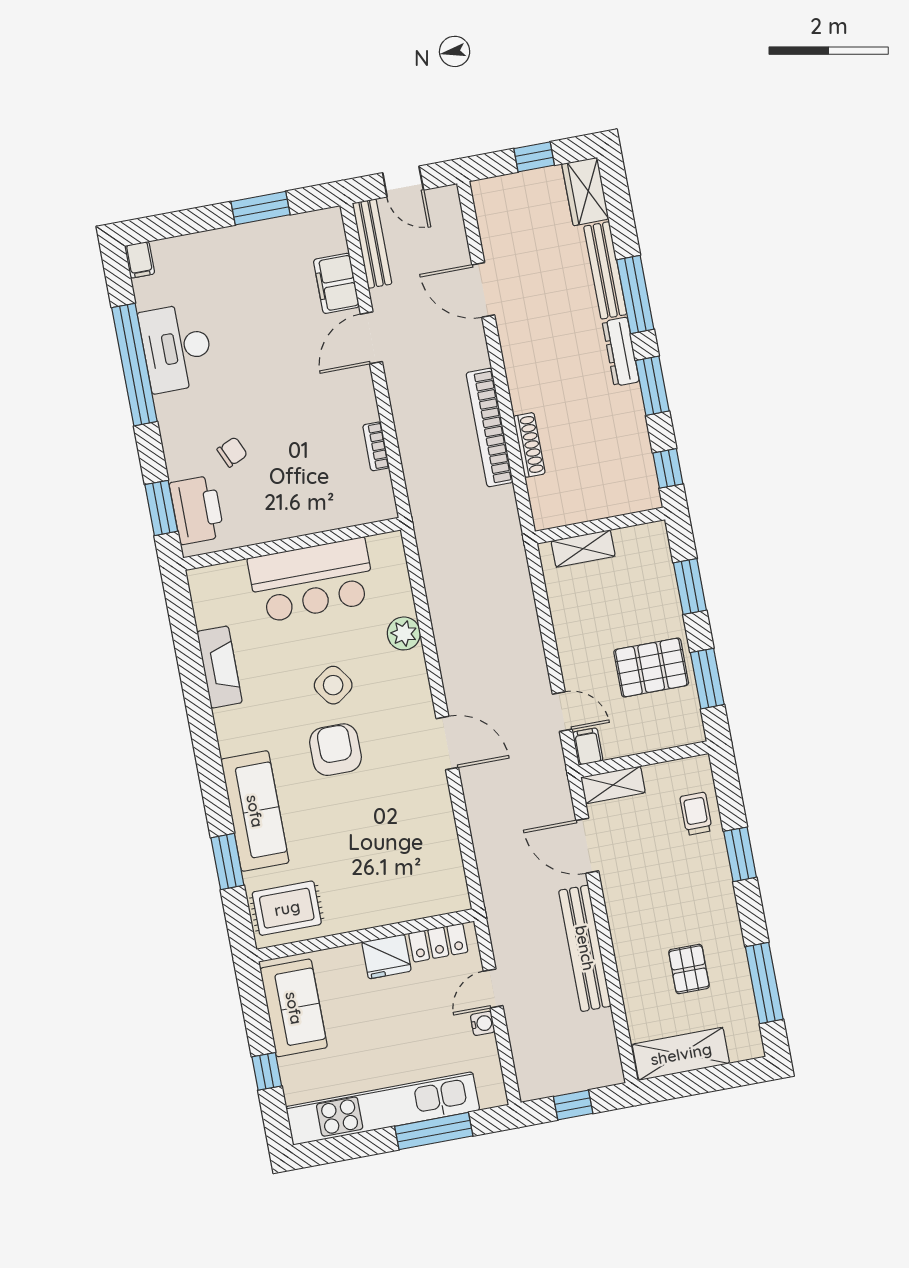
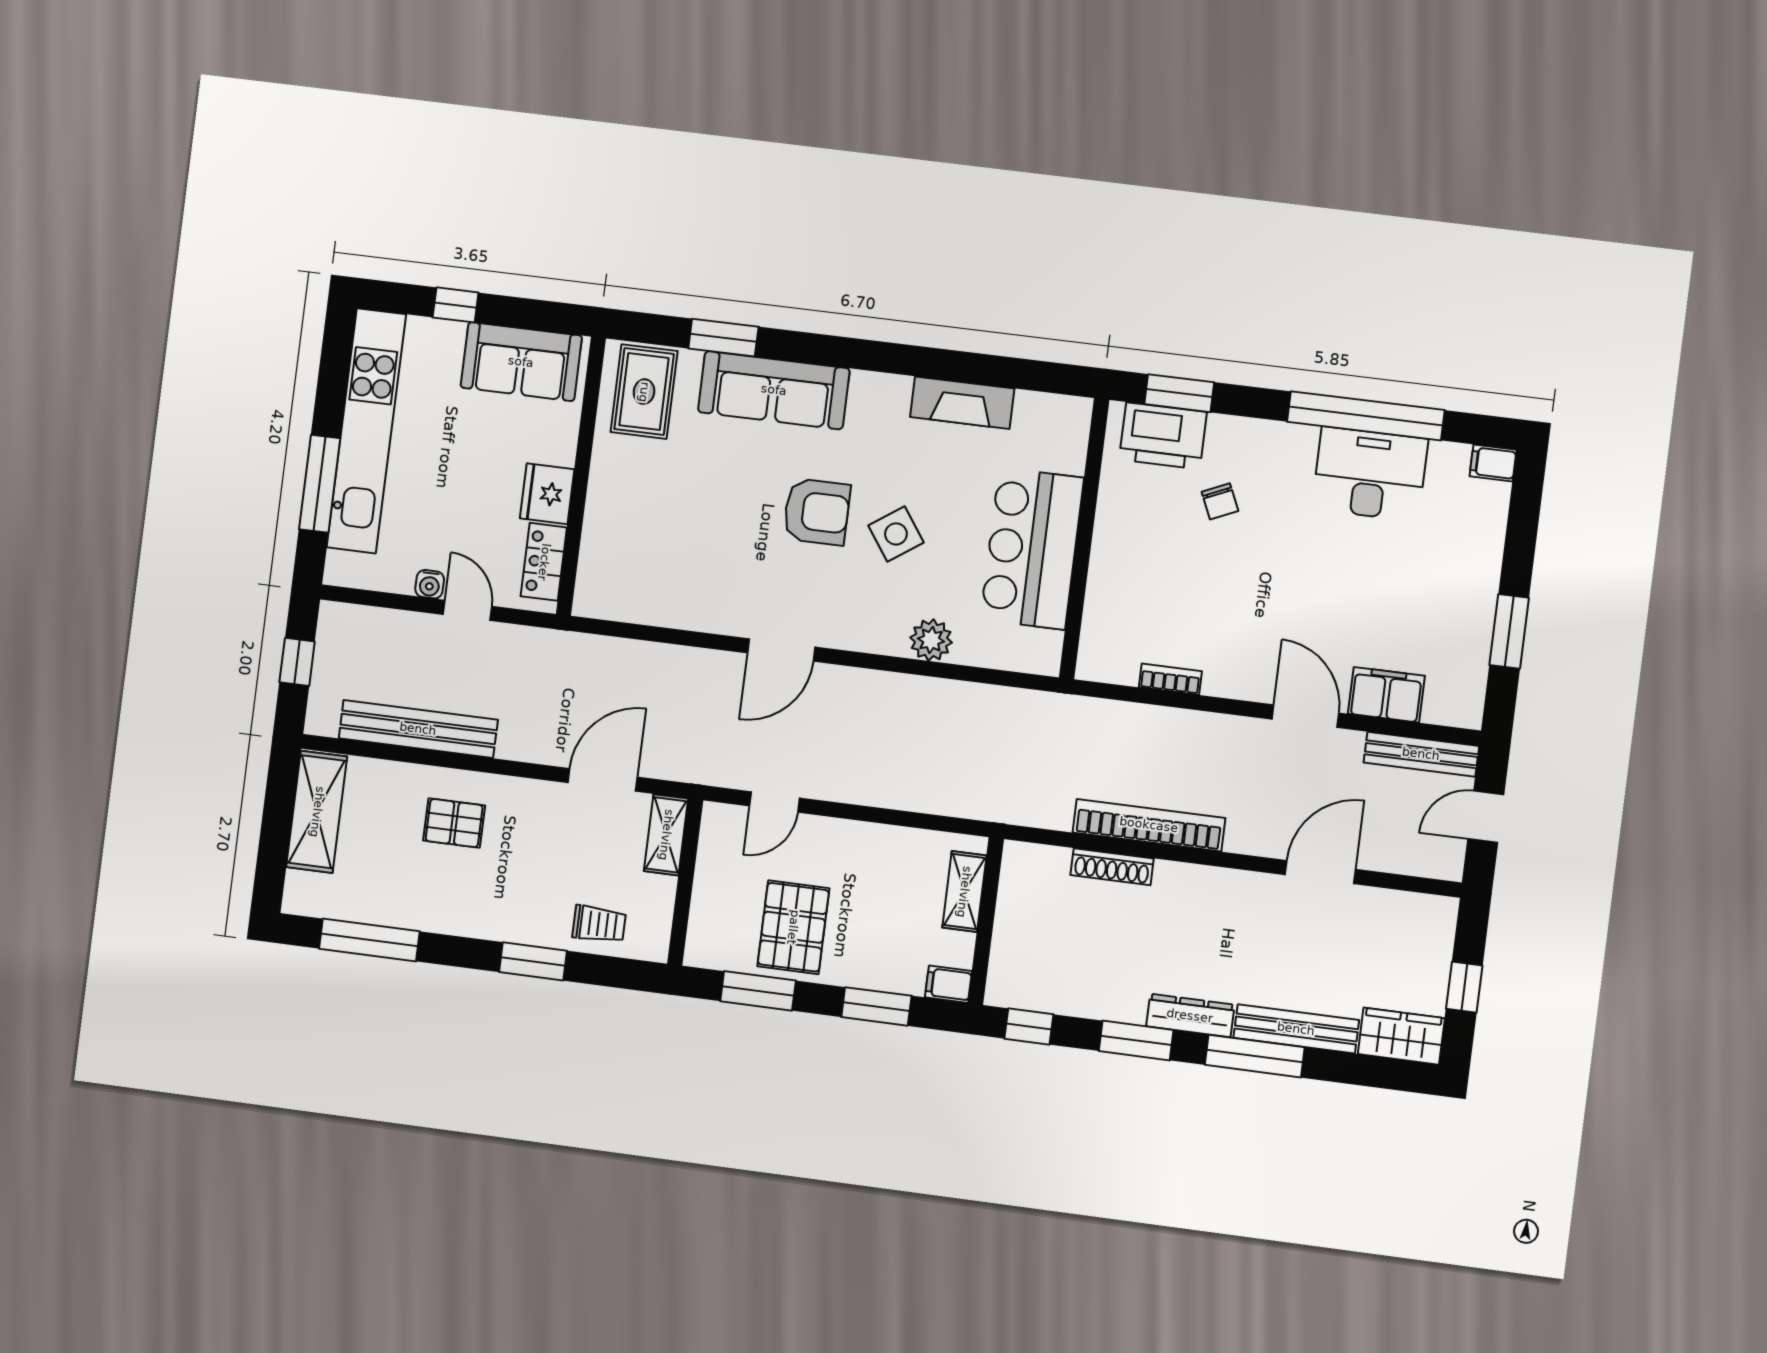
filing cabinet: (588, 746) -> (948, 984), moved, turned 180
bench: (585, 948) -> (418, 729), moved
pallet: (689, 969) -> (454, 823), moved

